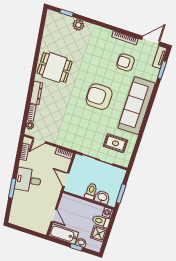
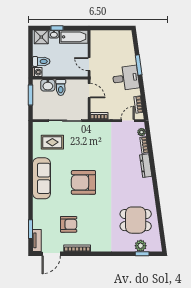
plant: (78, 25) -> (141, 246), moved
dining table: (55, 67) -> (136, 220), moved
armchair: (99, 97) -> (83, 182), turned 180
sofa: (137, 106) -> (42, 178), width x0.74, depth x0.79
door: (54, 216) -> (89, 64), moved
shower: (99, 234) -> (41, 37), moved

